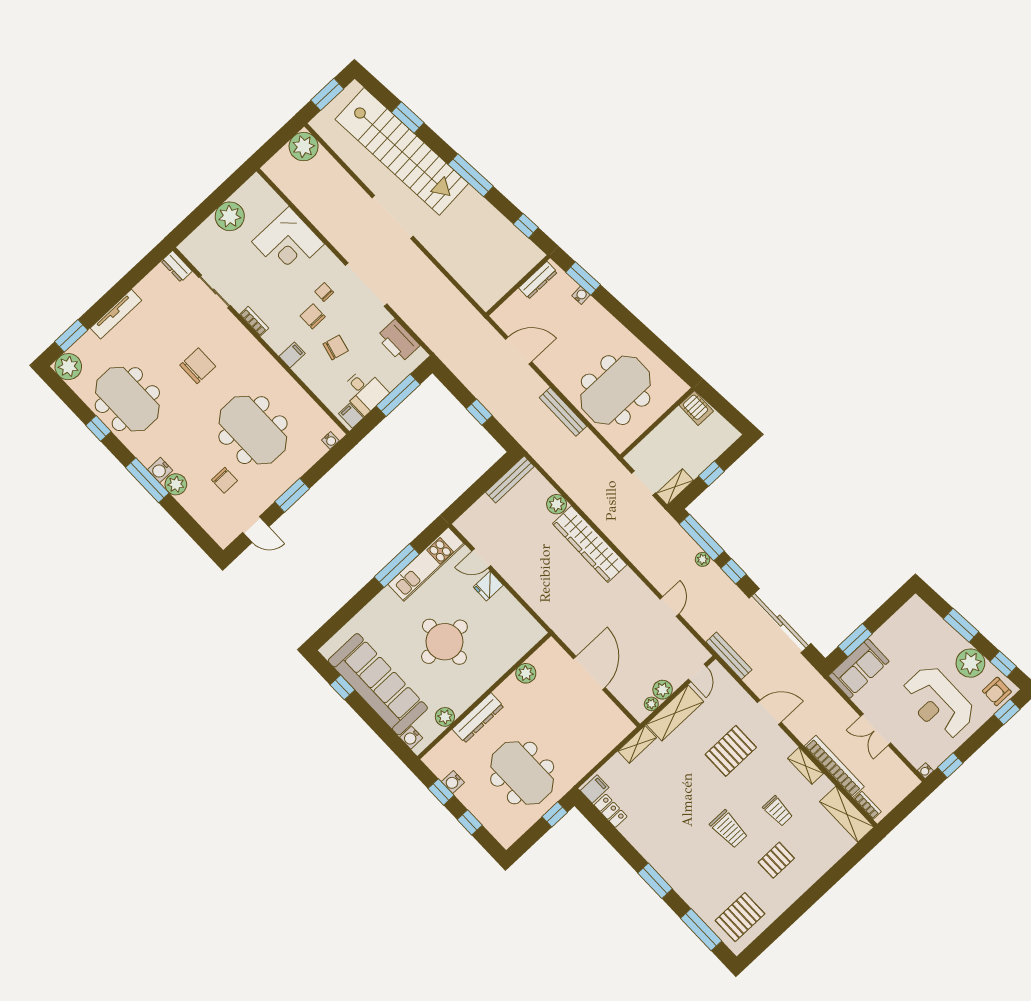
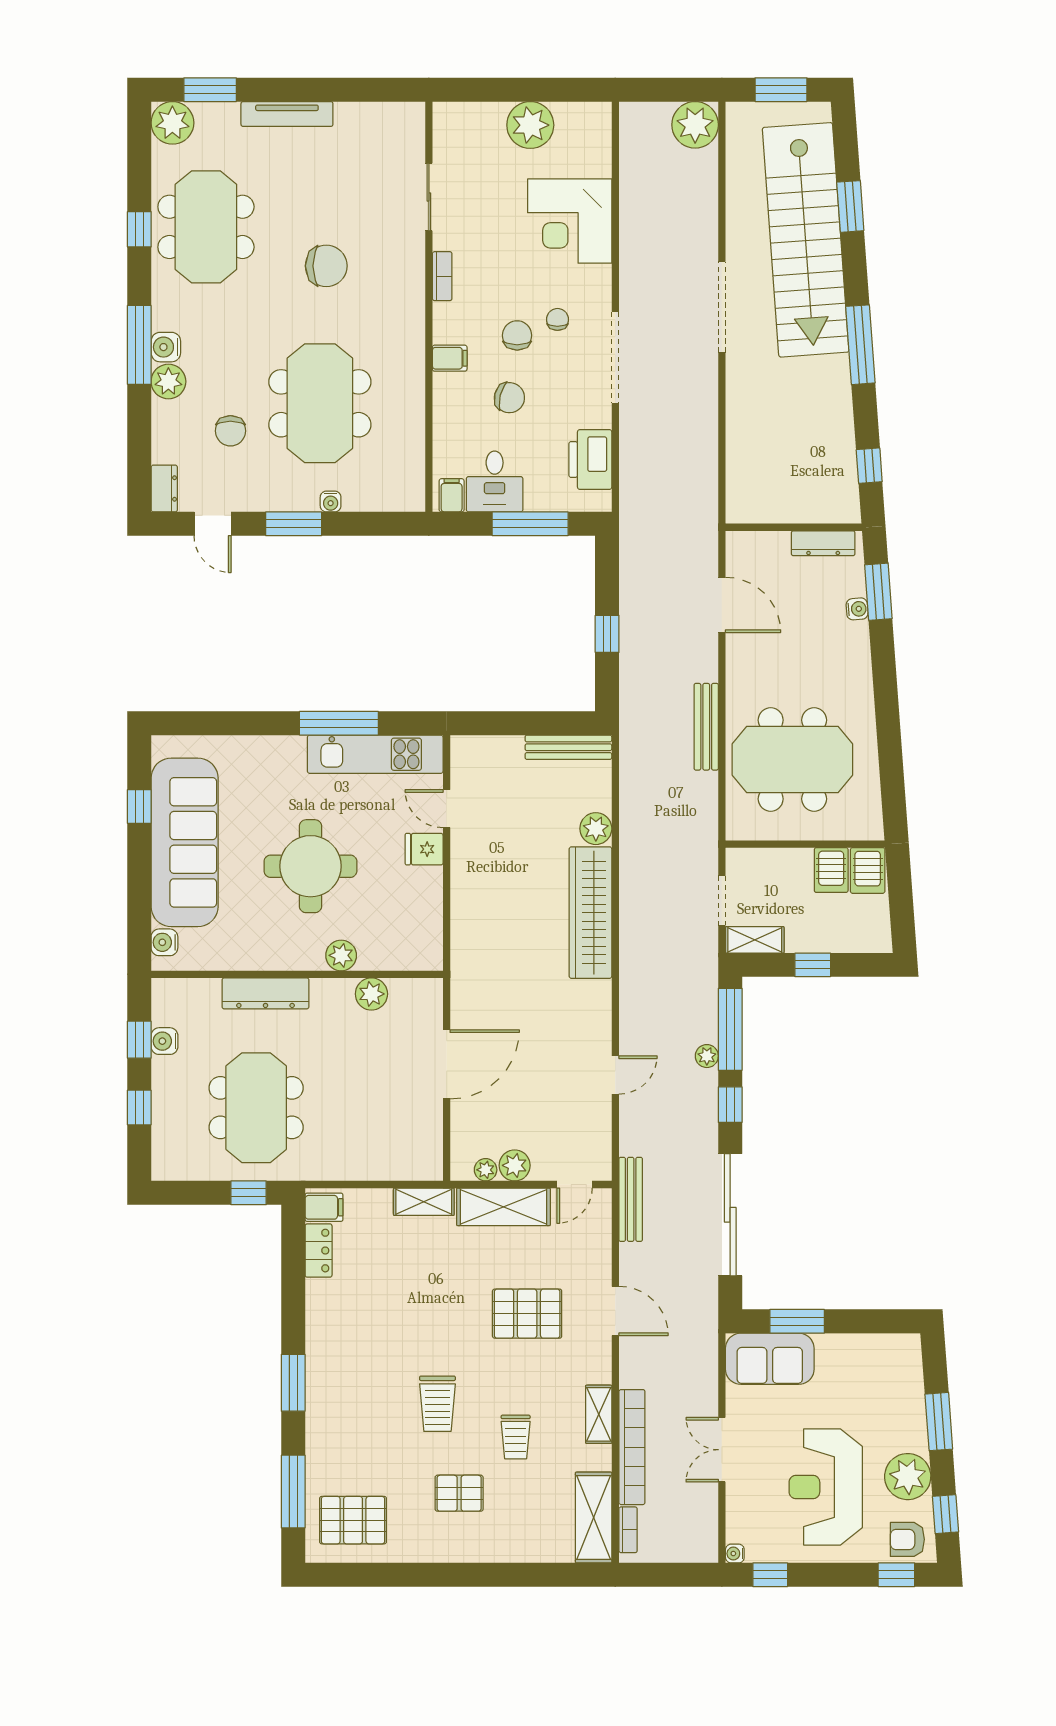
dresser: (177, 266) -> (164, 488), moved, turned 180
server rack: (680, 423) -> (831, 870), added
water cooler: (330, 440) -> (331, 502), moved
plant: (445, 717) -> (341, 955), moved

